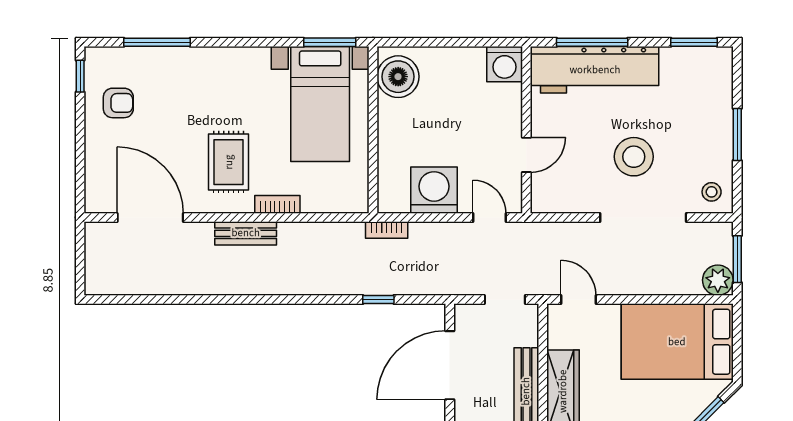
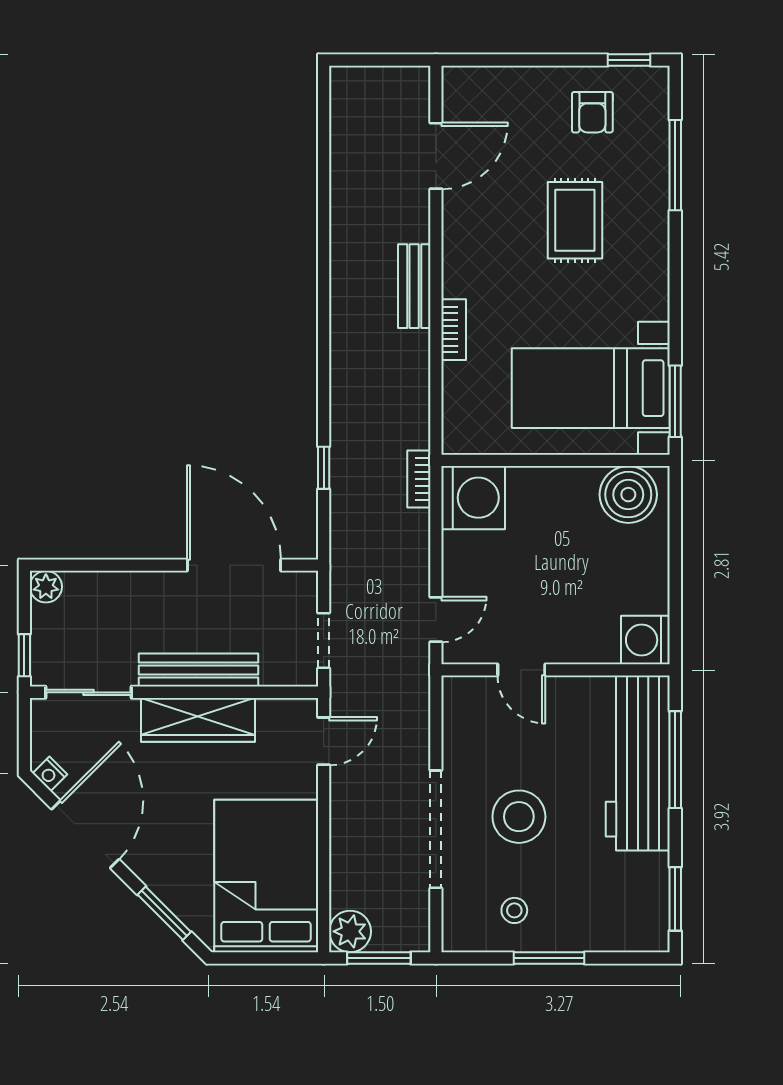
rug: (229, 162) -> (575, 220), moved, turned 90
washing machine: (434, 190) -> (473, 498), moved
stool: (712, 192) -> (514, 910), moved
door: (150, 217) -> (436, 156), width x0.73

